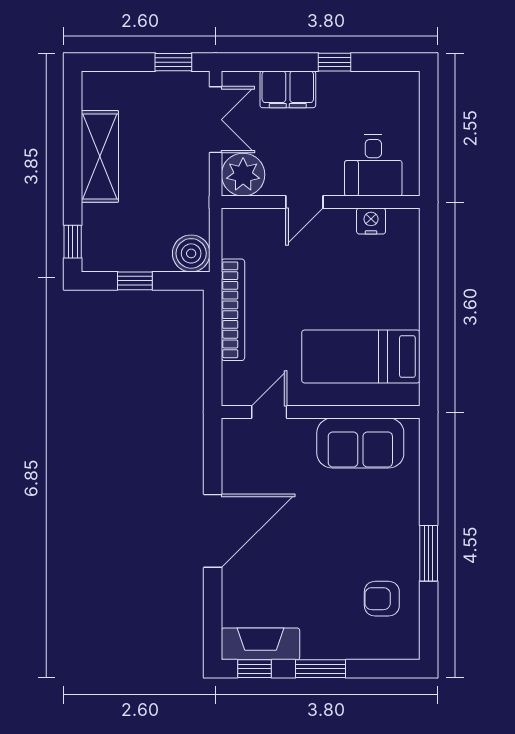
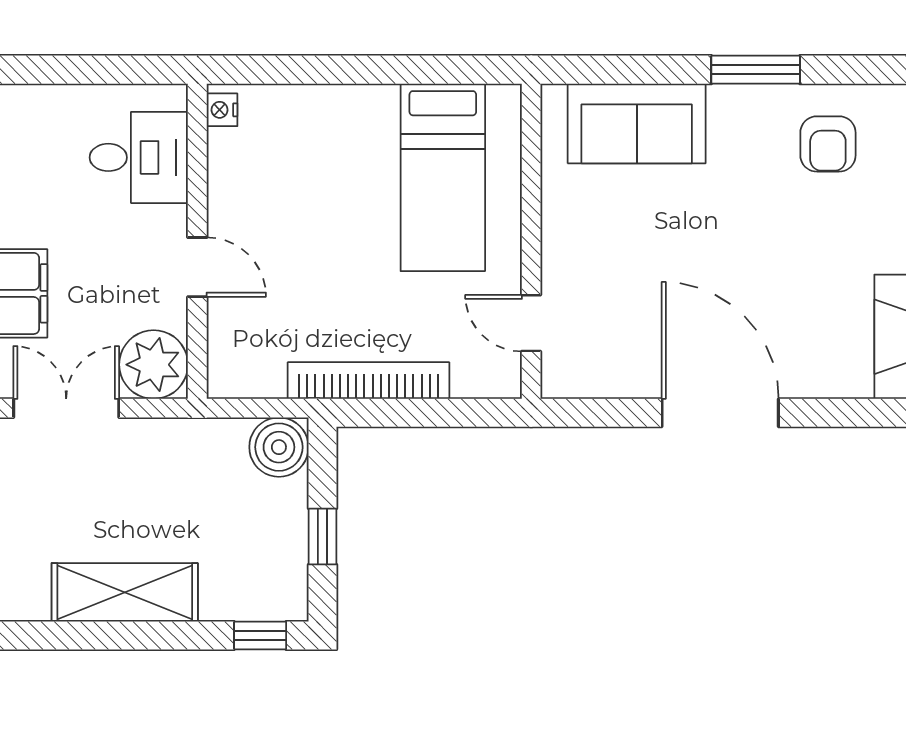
nightstand: (371, 221) -> (222, 110), moved, width x0.72, depth x0.74
sofa: (360, 443) -> (637, 123), moved, turned 90

